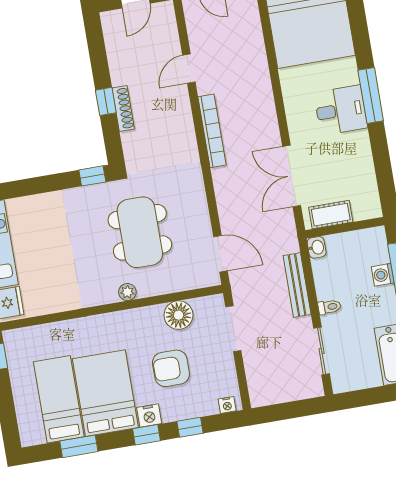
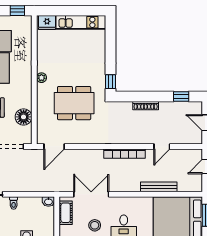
door: (189, 69) -> (162, 147), swing flipped
window: (106, 101) -> (181, 96), moved
stool: (344, 161) -> (95, 225), added
bench: (297, 285) -> (159, 187), moved
plant: (127, 292) -> (41, 78), moved

